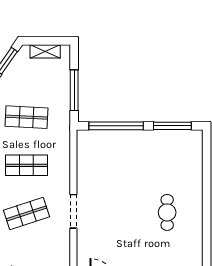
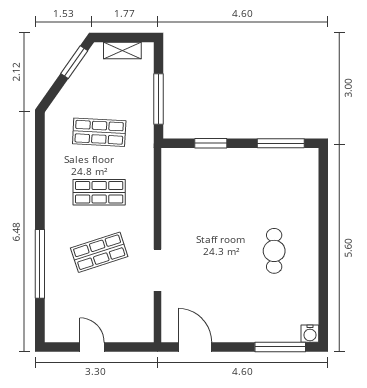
window: (116, 126) -> (211, 143), width x0.47
doorway: (73, 211) -> (158, 270), moved

